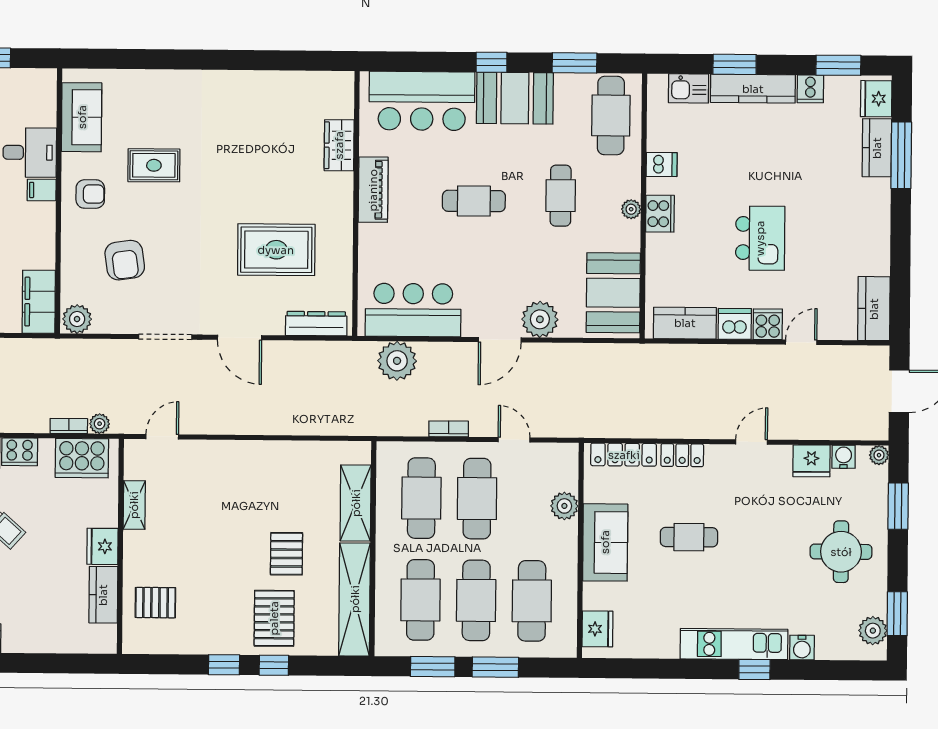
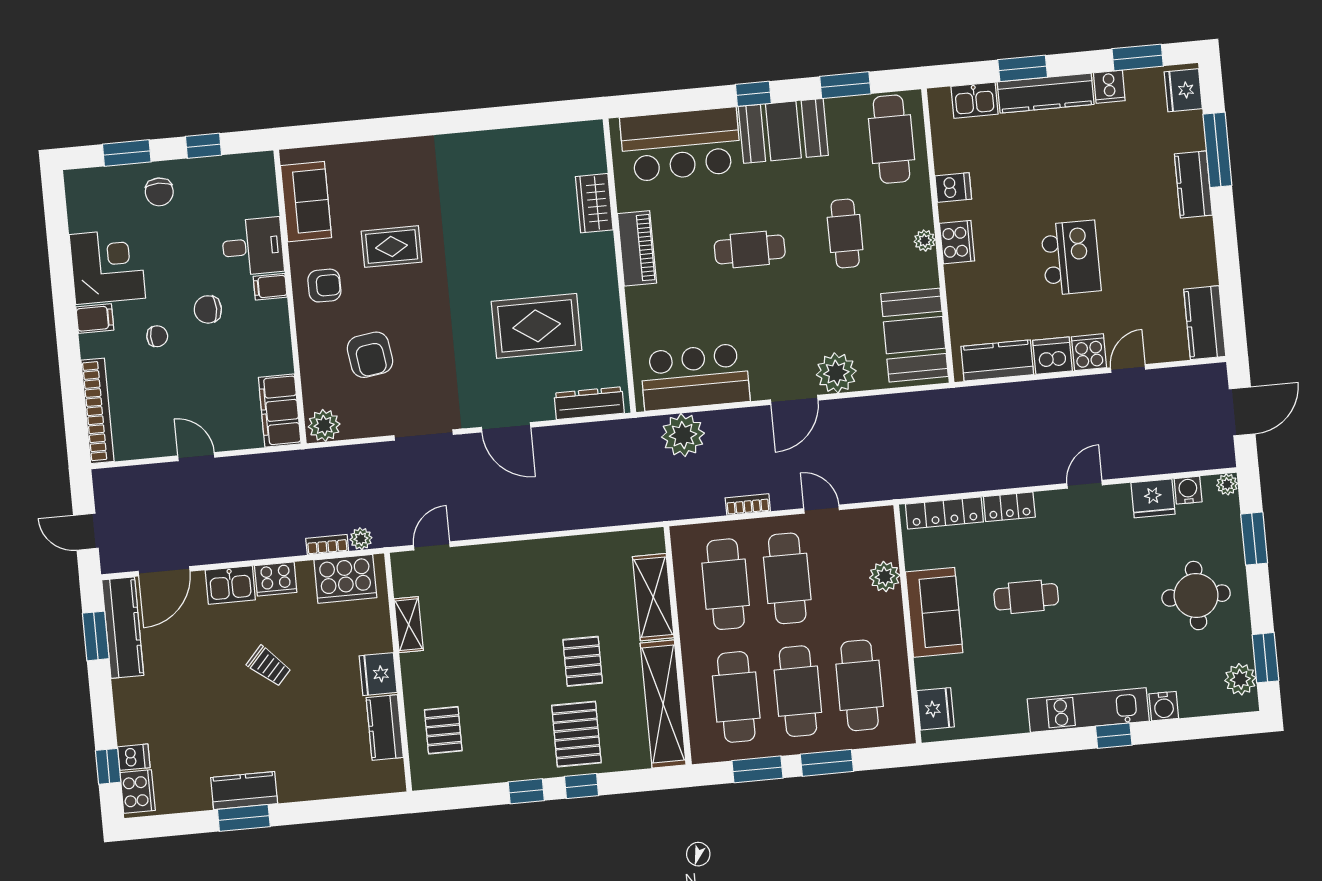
kitchen counter: (877, 148) -> (1193, 184), moved
pallet: (155, 603) -> (443, 730), turned 90

